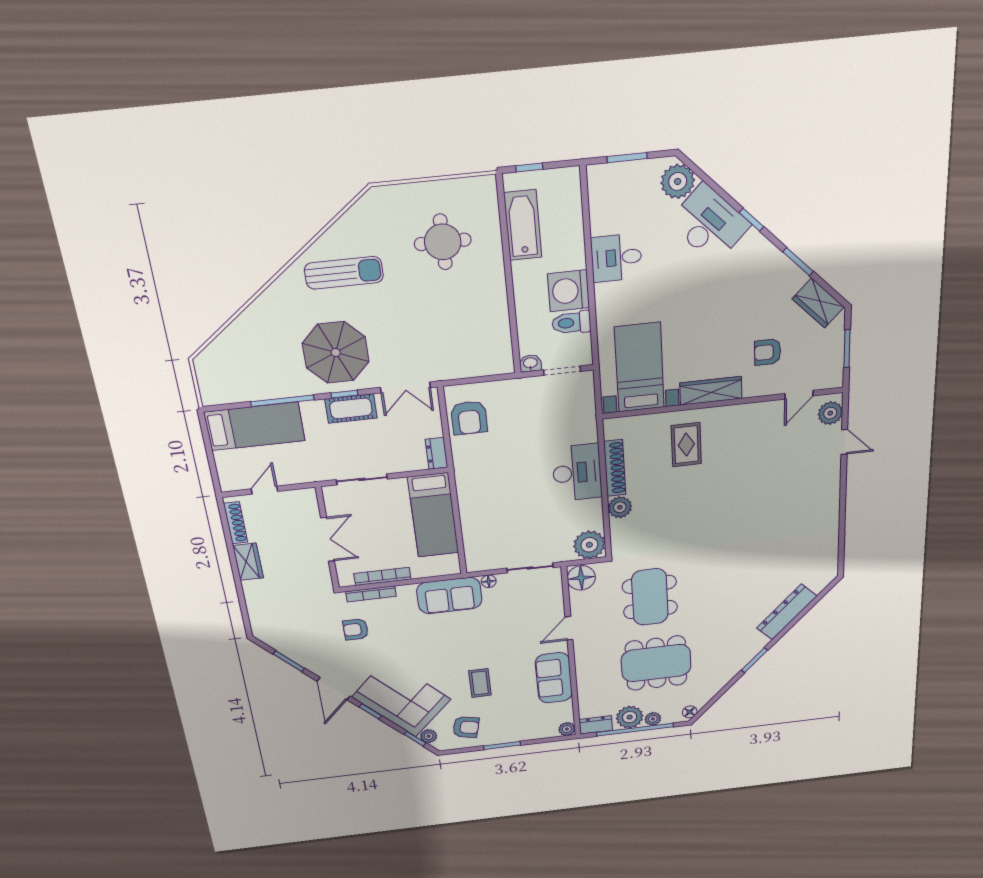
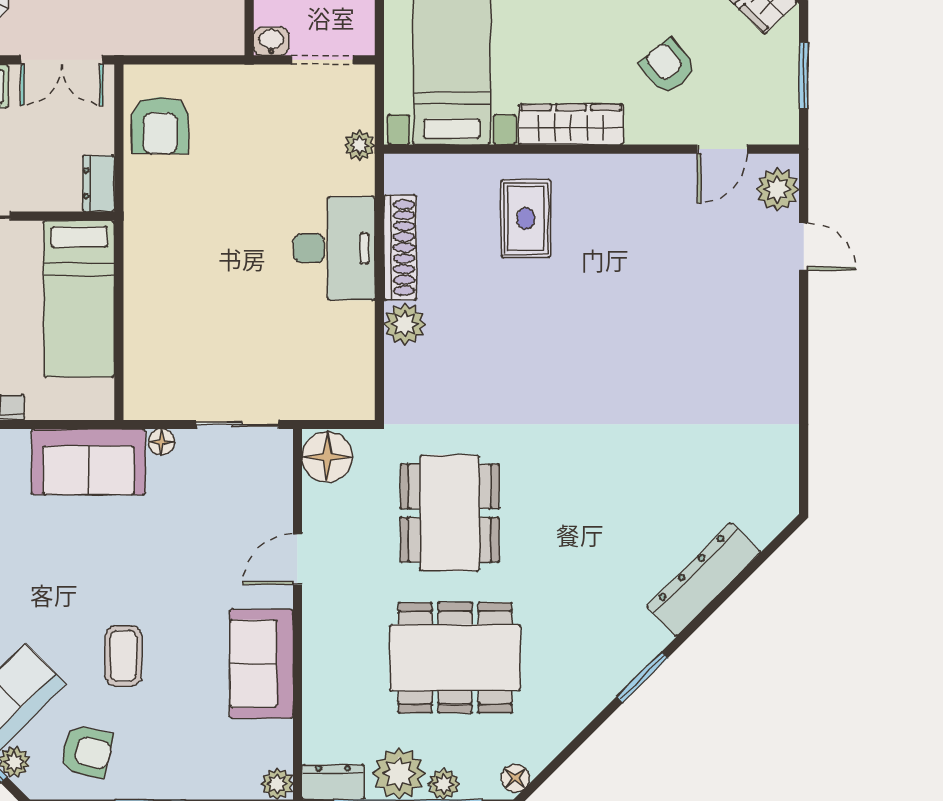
armchair: (768, 352) -> (668, 66), turned 50
plant: (589, 545) -> (360, 145), moved, width x0.53, depth x0.53

